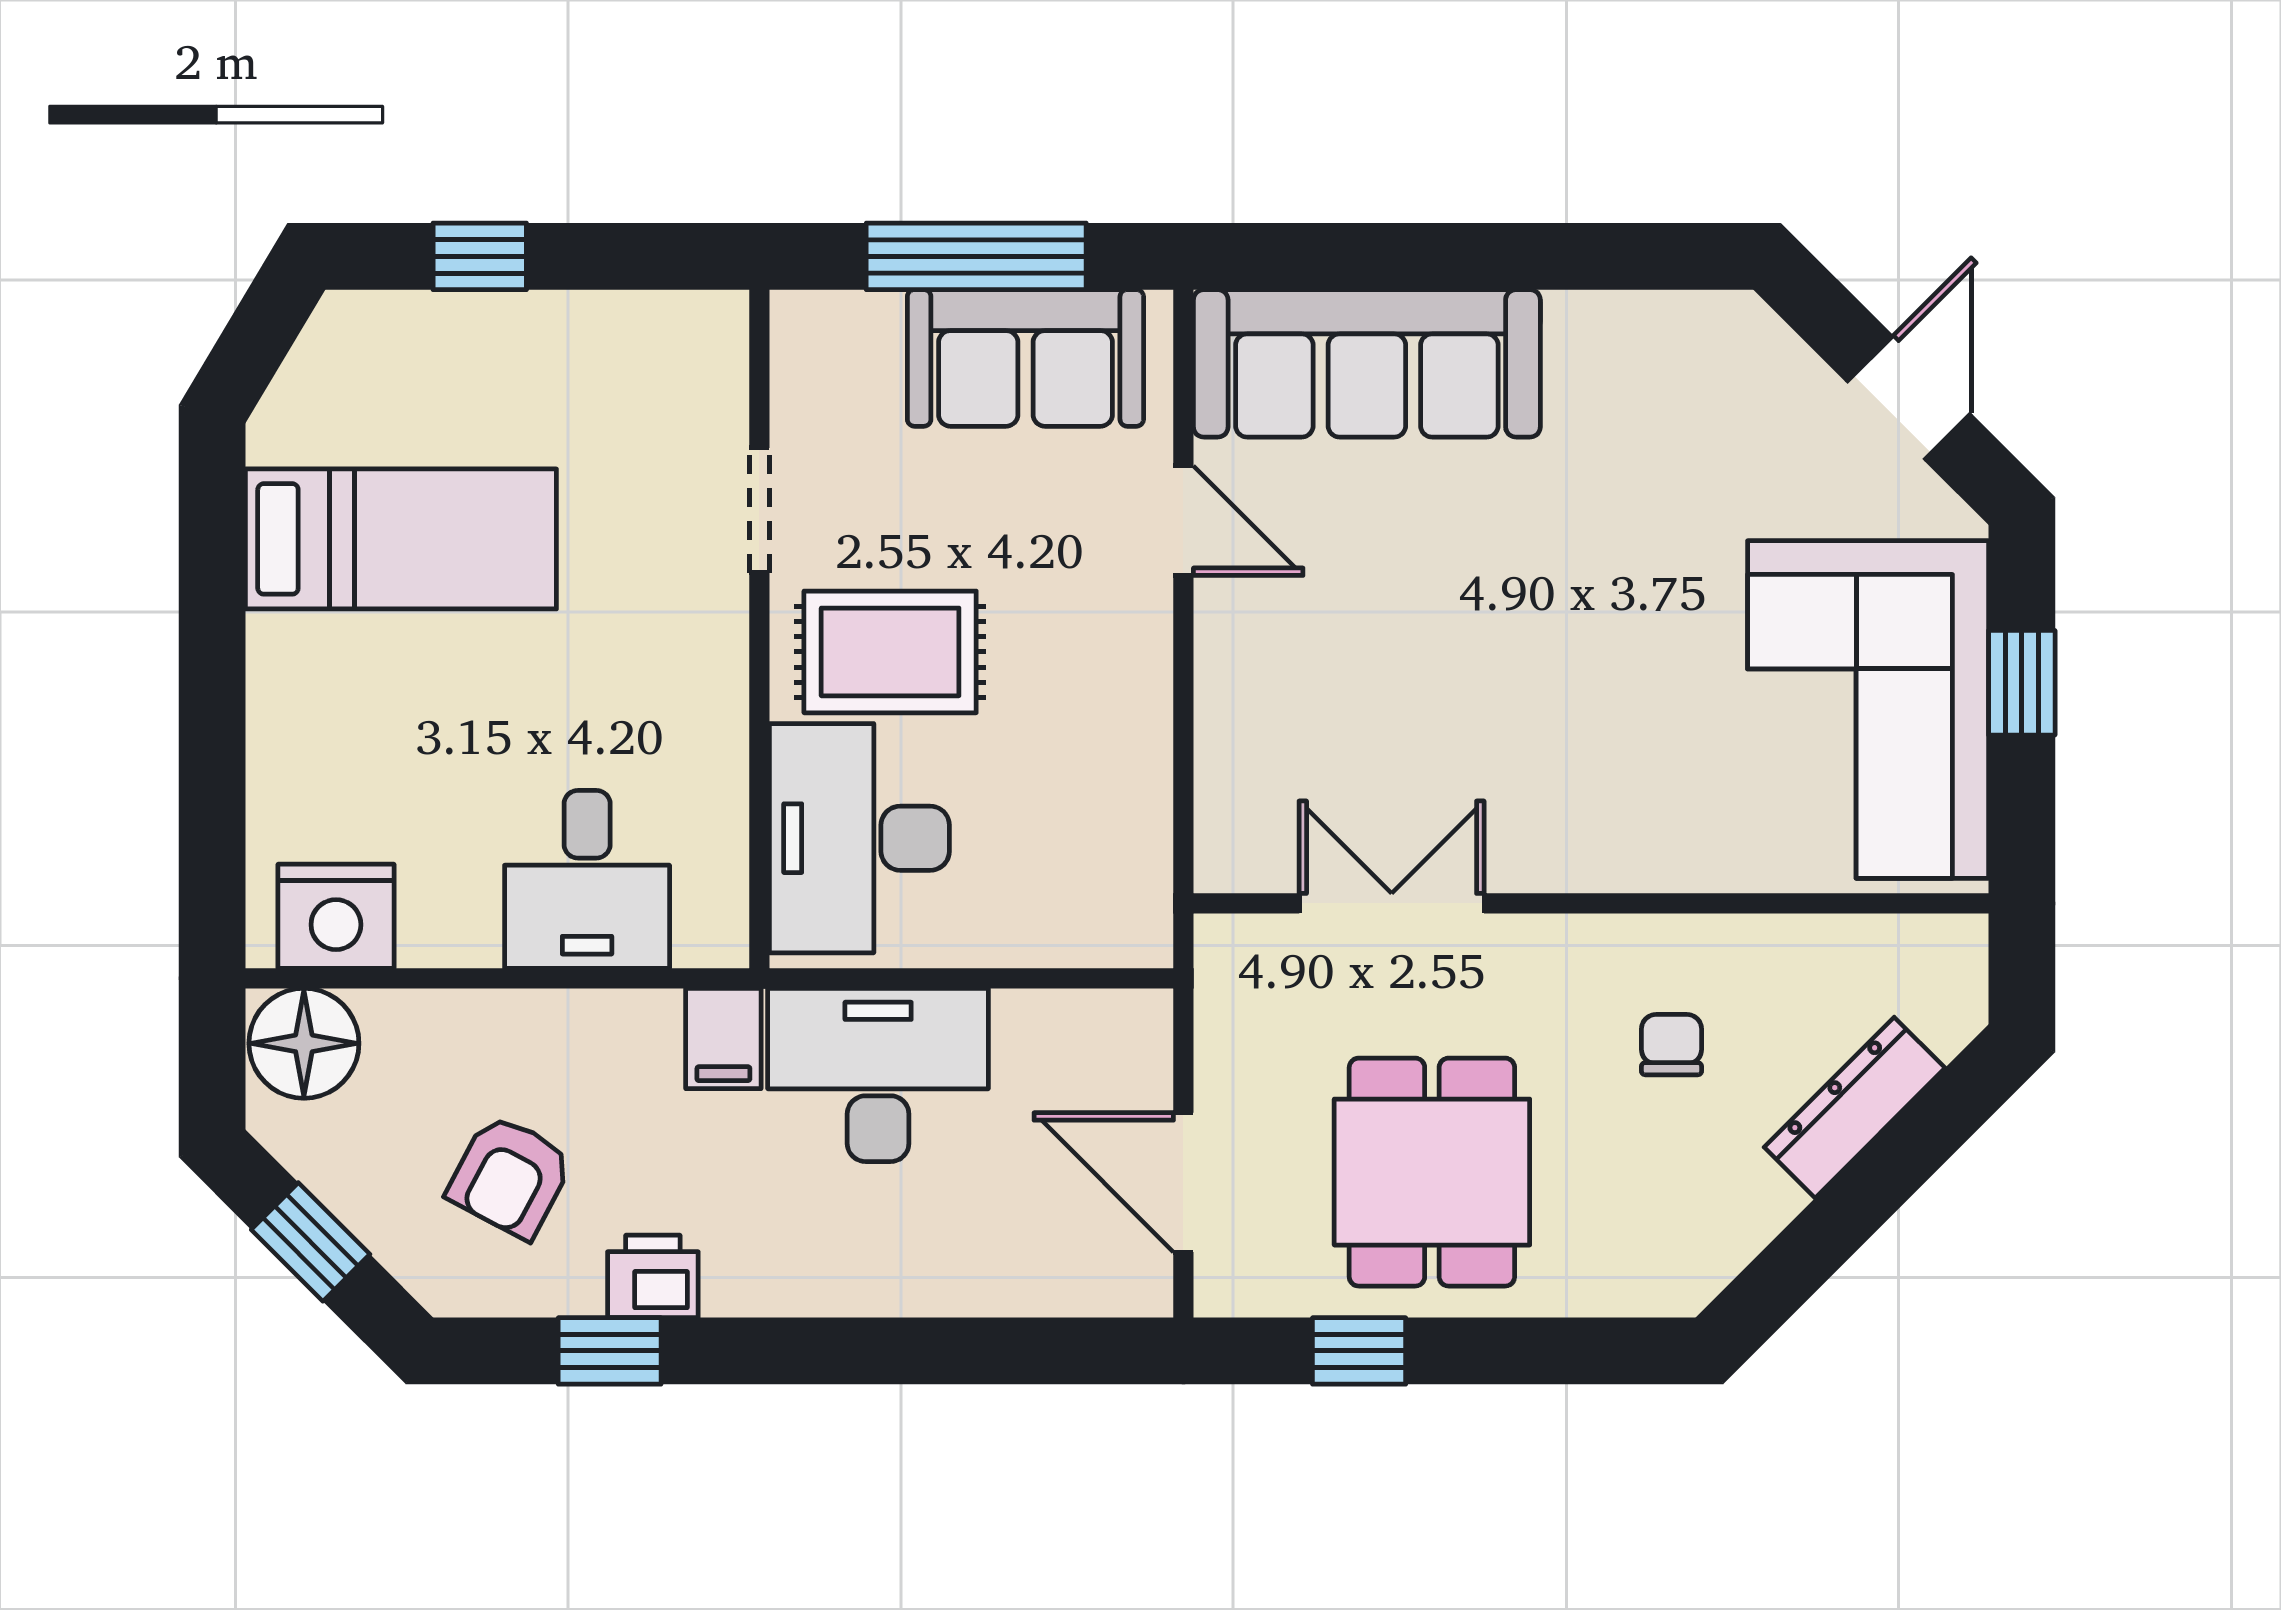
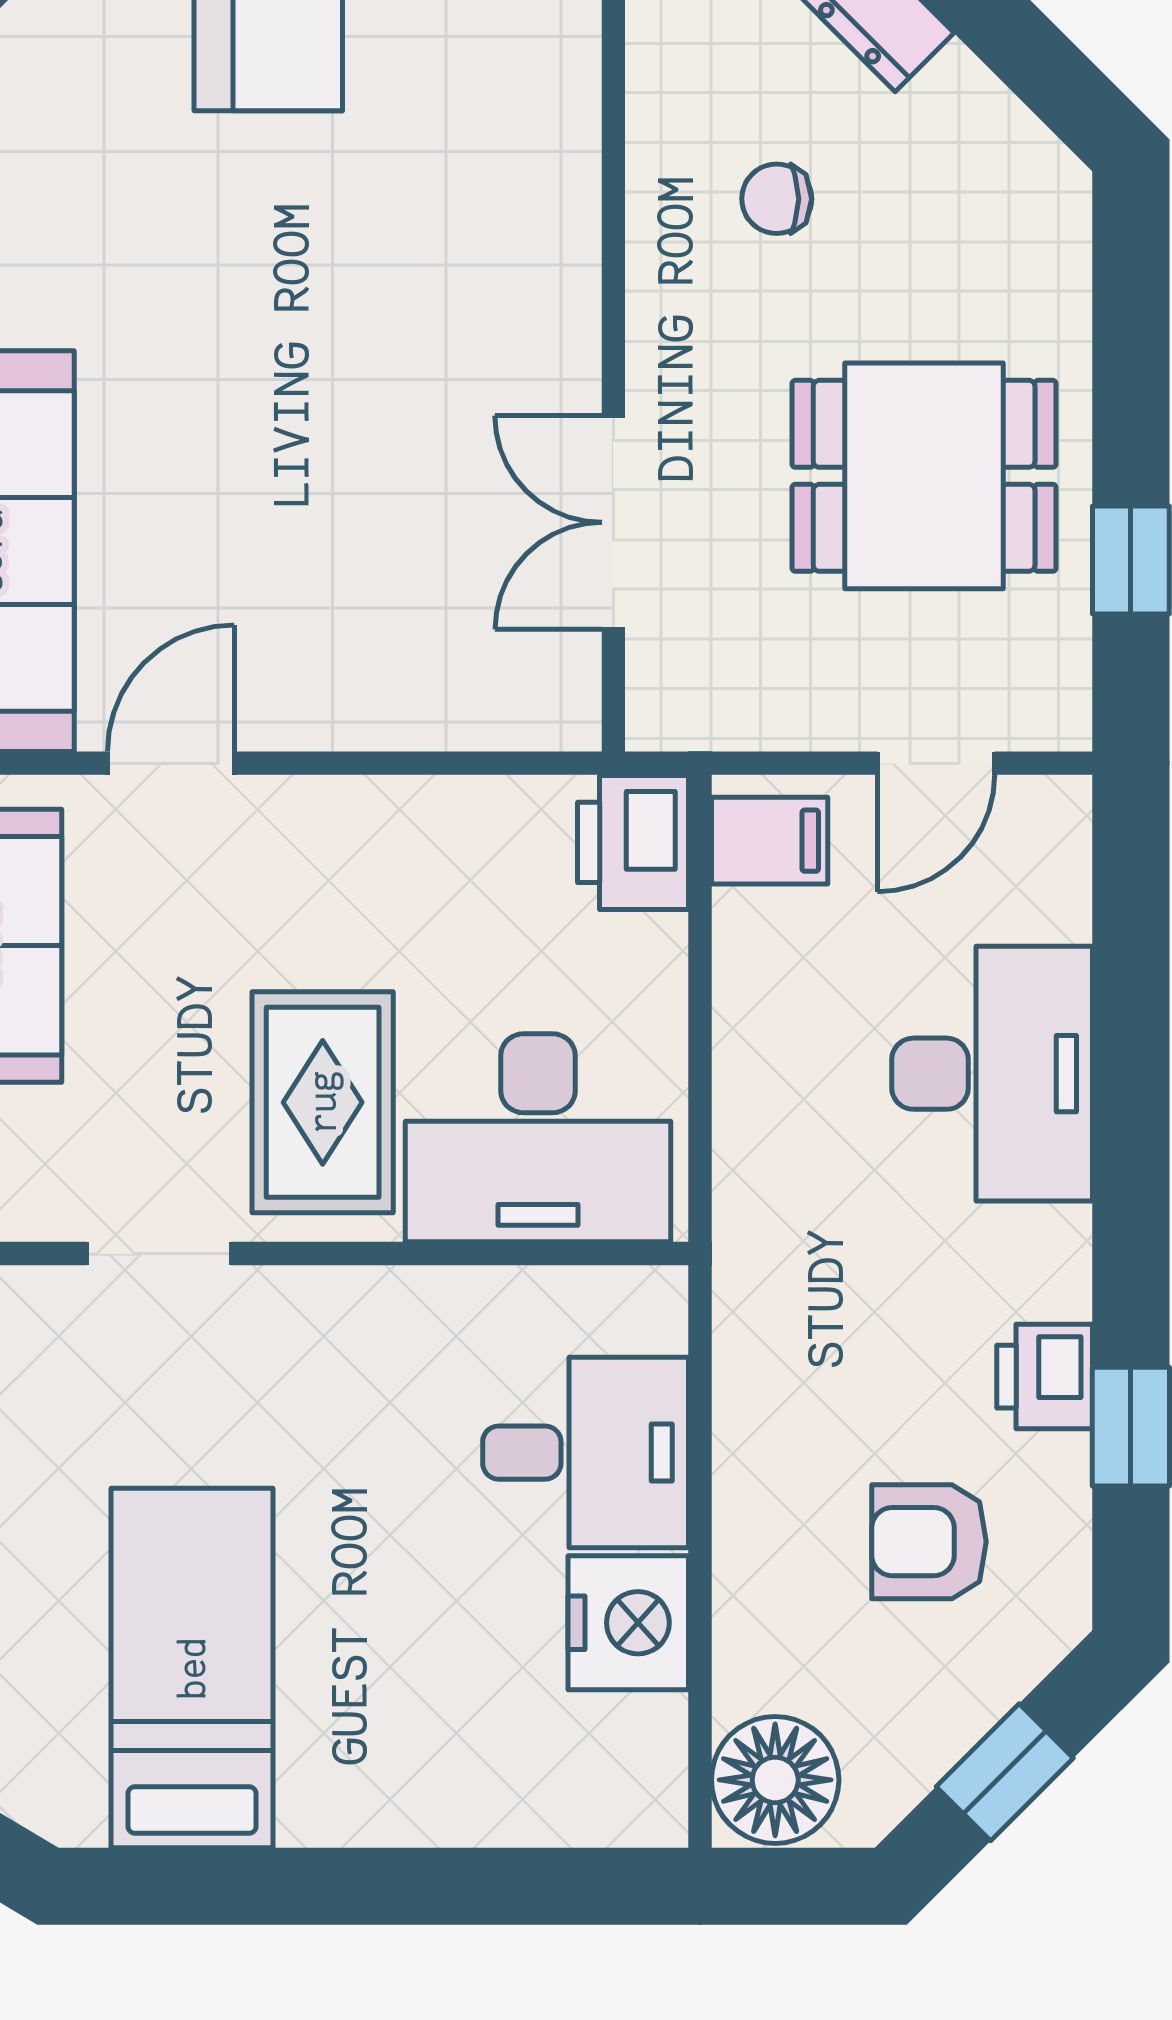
nightstand: (336, 916) -> (628, 1623), moved
printer: (1115, 920) -> (633, 842), added
filing cabinet: (723, 1039) -> (770, 841), moved
desk: (878, 1075) -> (992, 1074), moved, turned 180
armchair: (510, 1176) -> (929, 1542), turned 152
door: (1183, 1182) -> (936, 763), width x0.73

